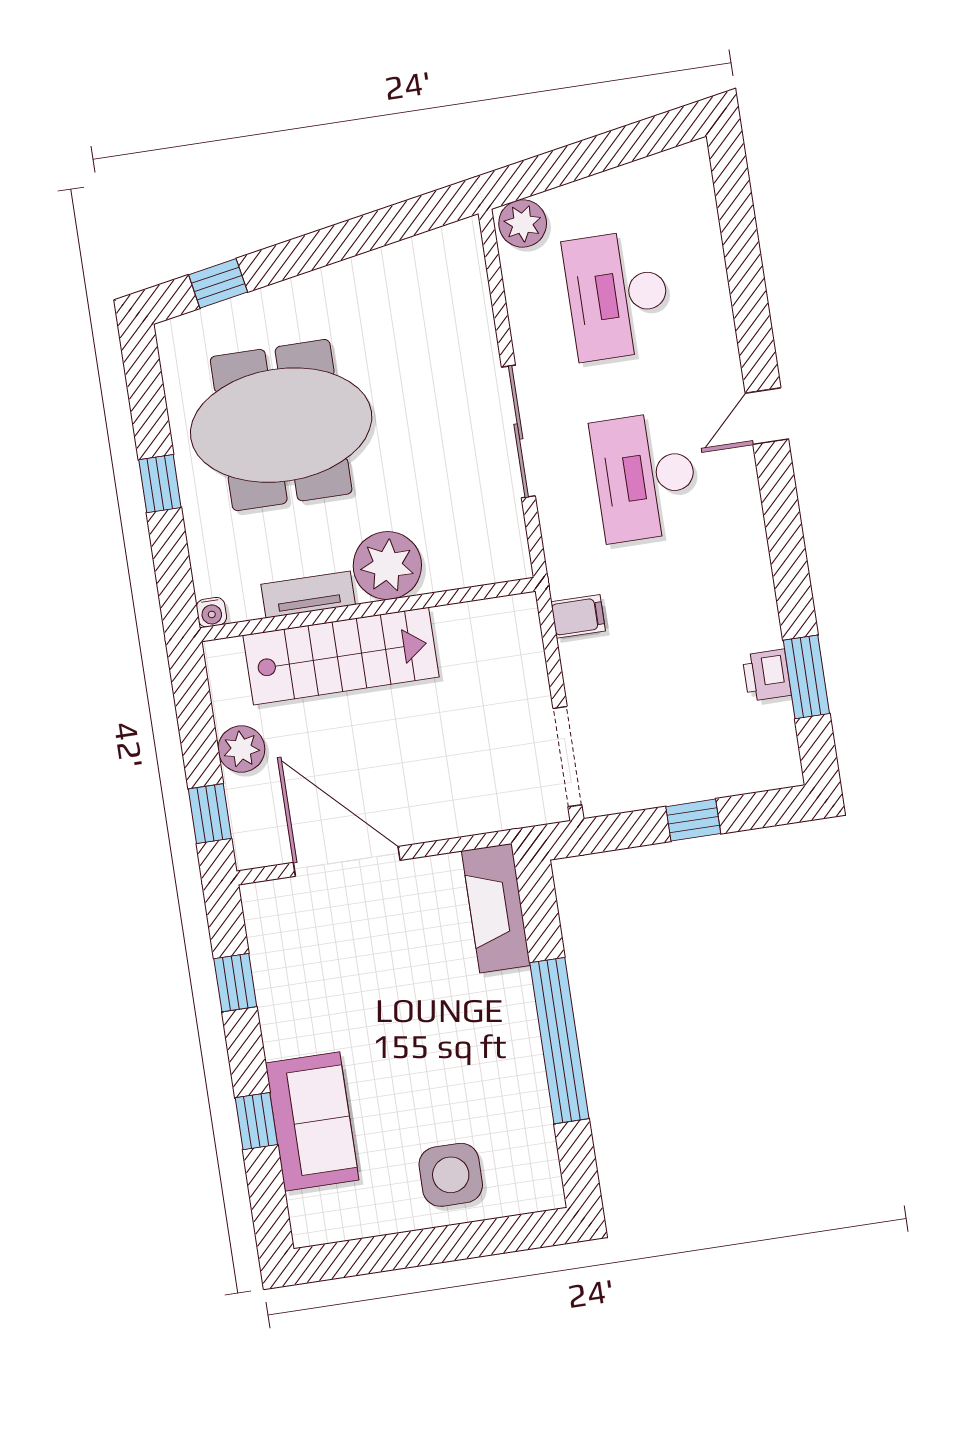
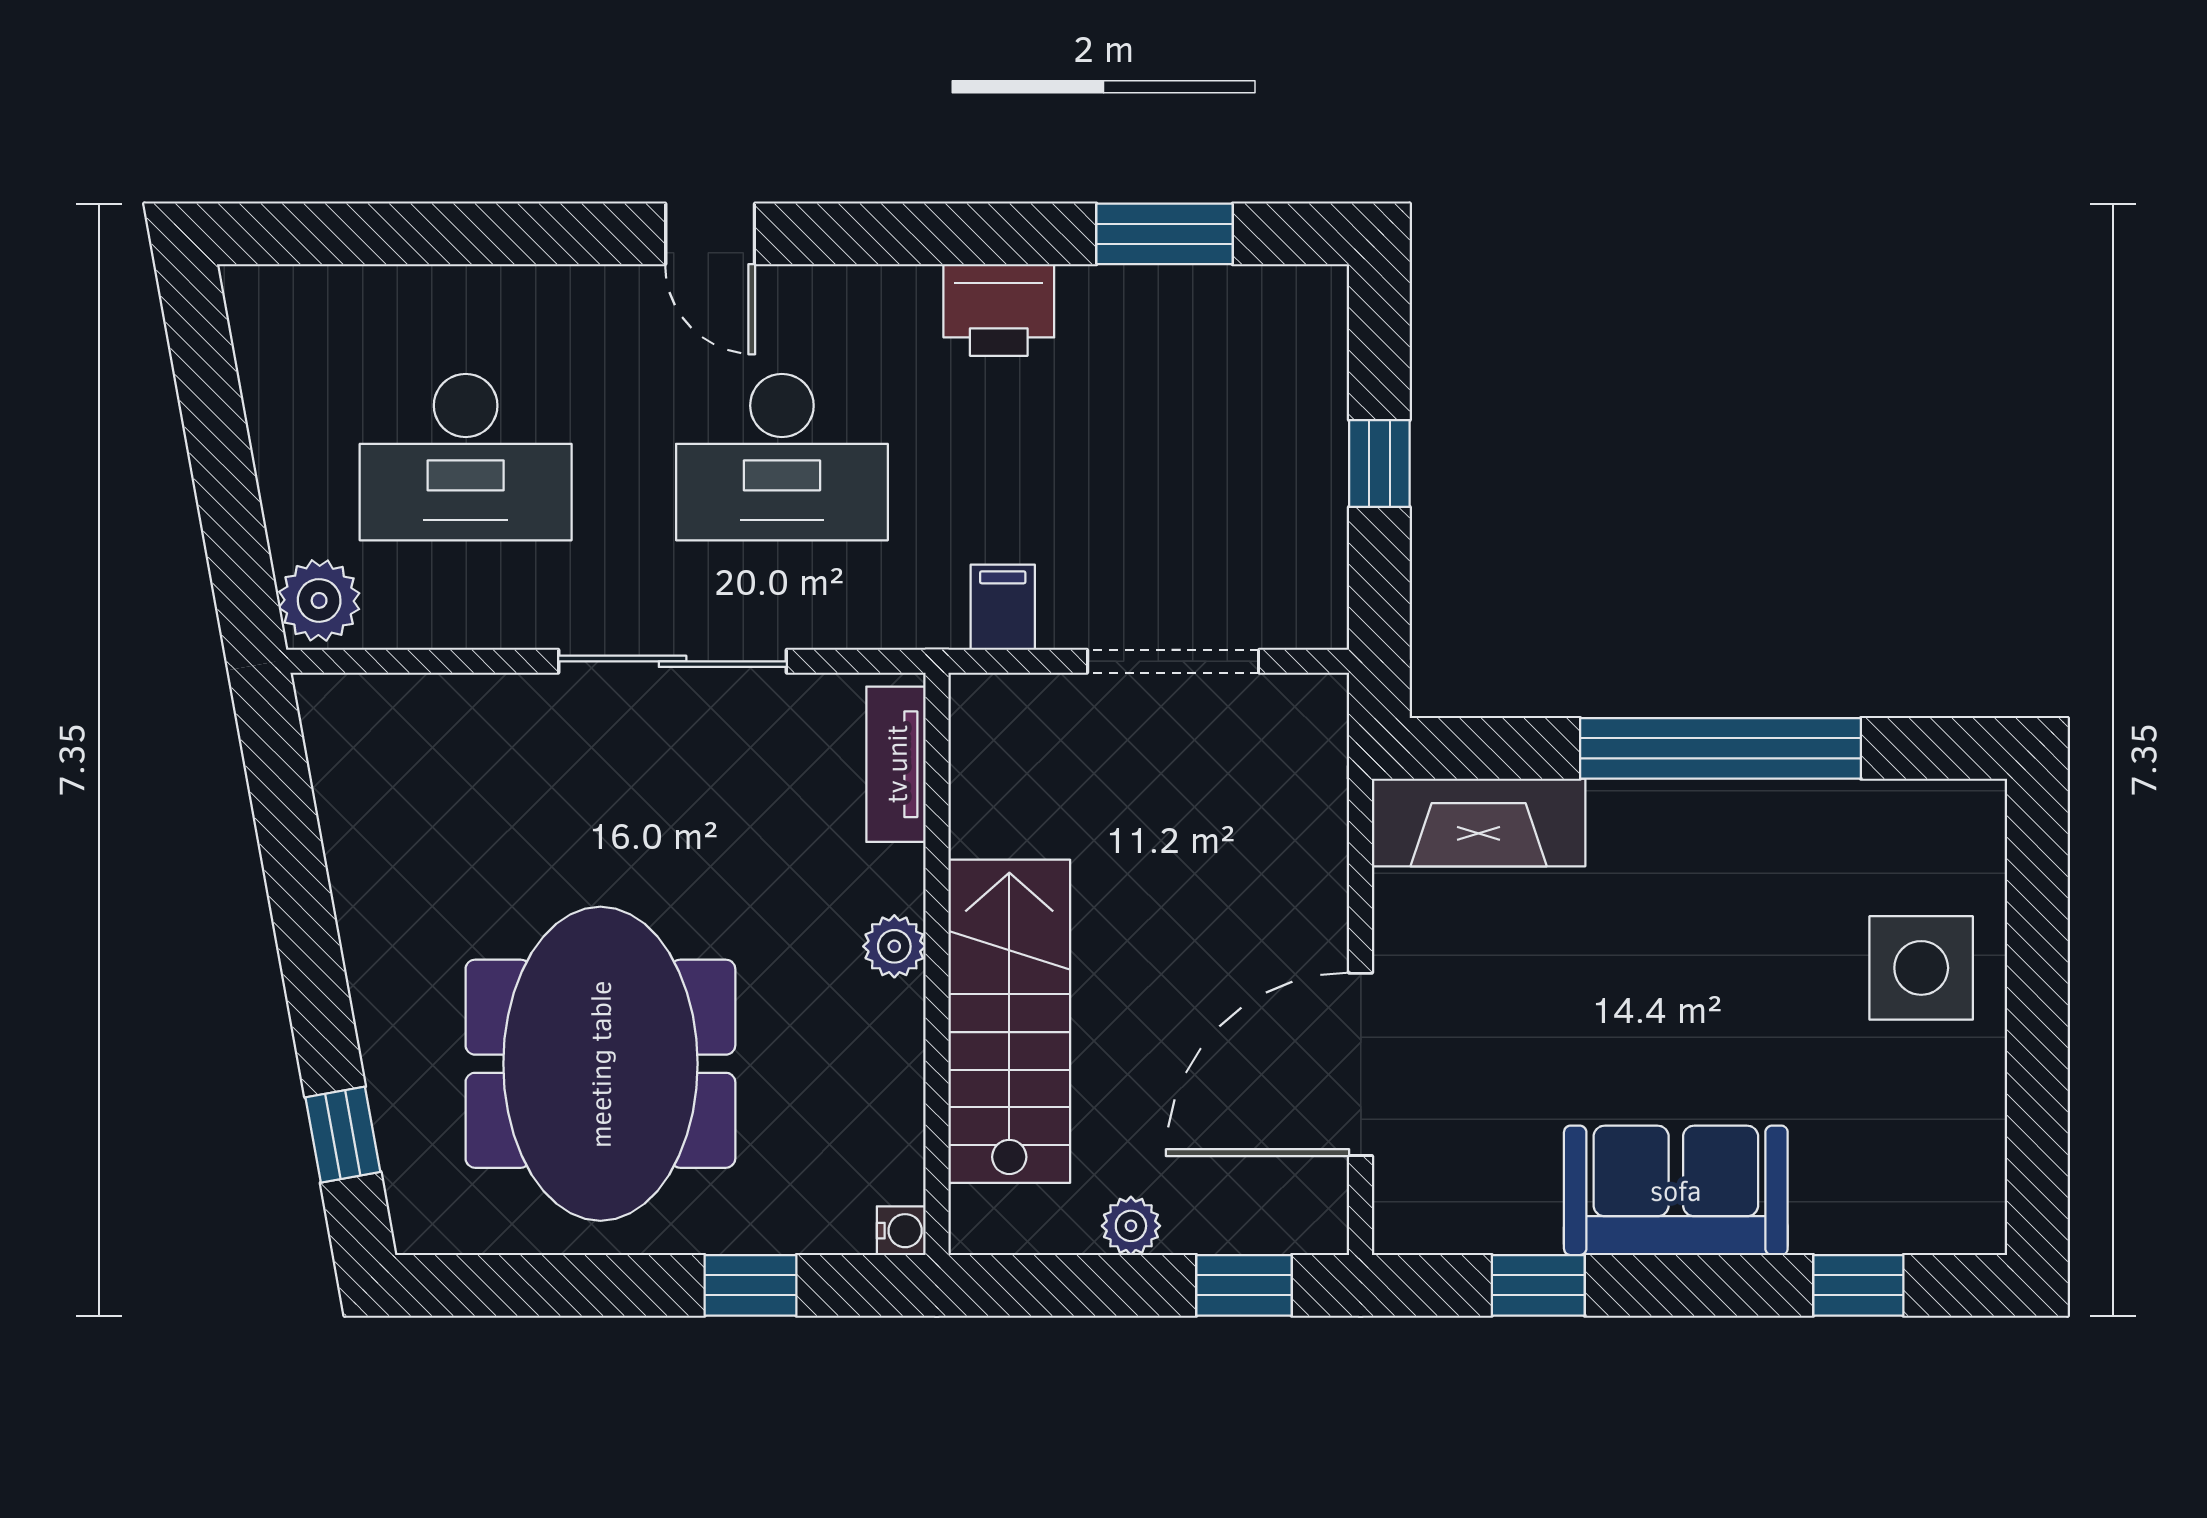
window: (160, 484) -> (751, 1285), moved
plant: (387, 565) -> (894, 946), width x0.53, depth x0.53
tv unit: (308, 595) -> (896, 764), moved
printer: (767, 675) -> (999, 310), moved, width x1.36, depth x1.24
plant: (241, 749) -> (1131, 1226), width x0.73, depth x0.73
doorway: (567, 757) -> (1173, 661), moved
window: (256, 1121) -> (1858, 1285), moved
sofa: (312, 1122) -> (1676, 1190), moved

